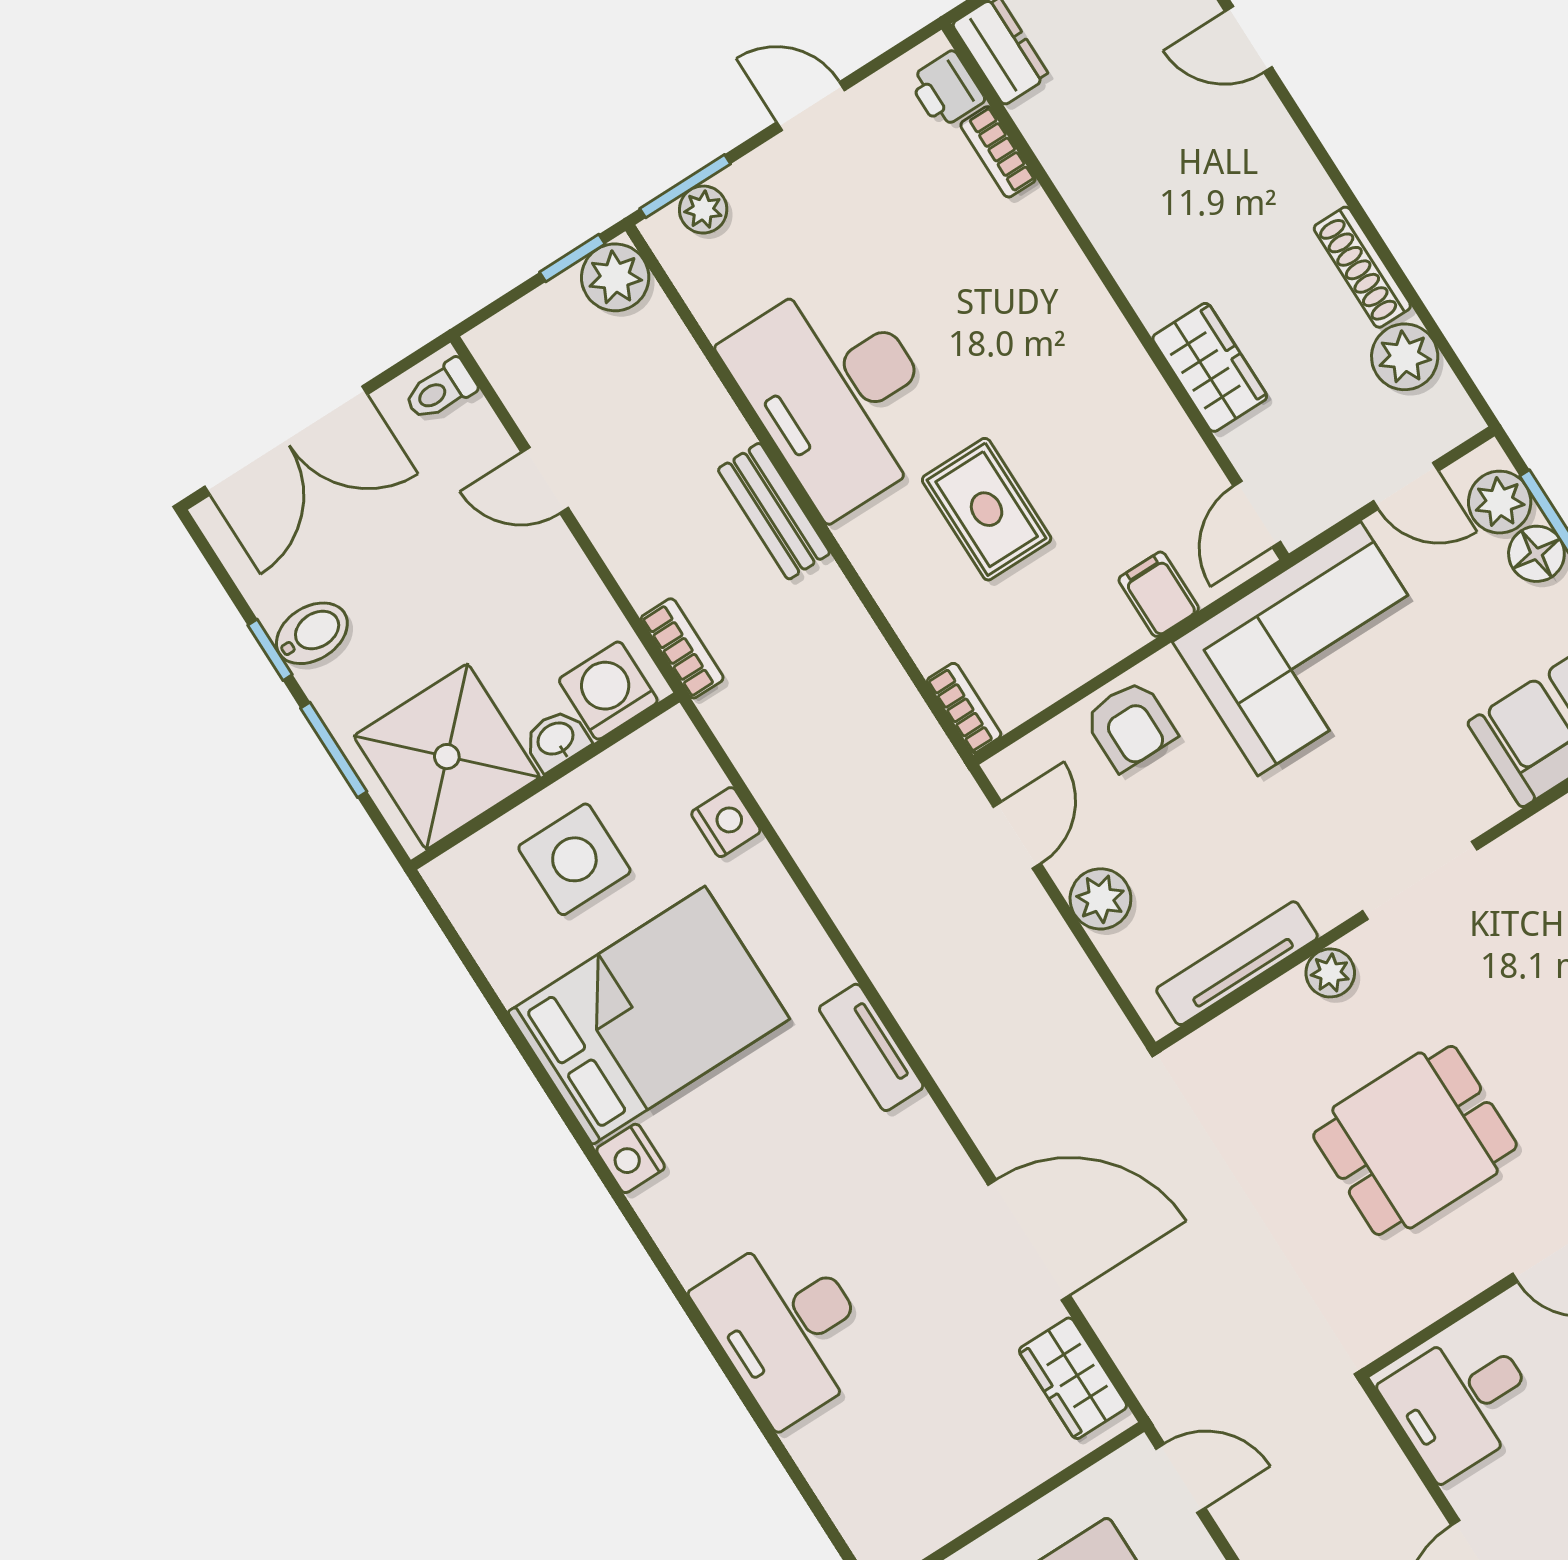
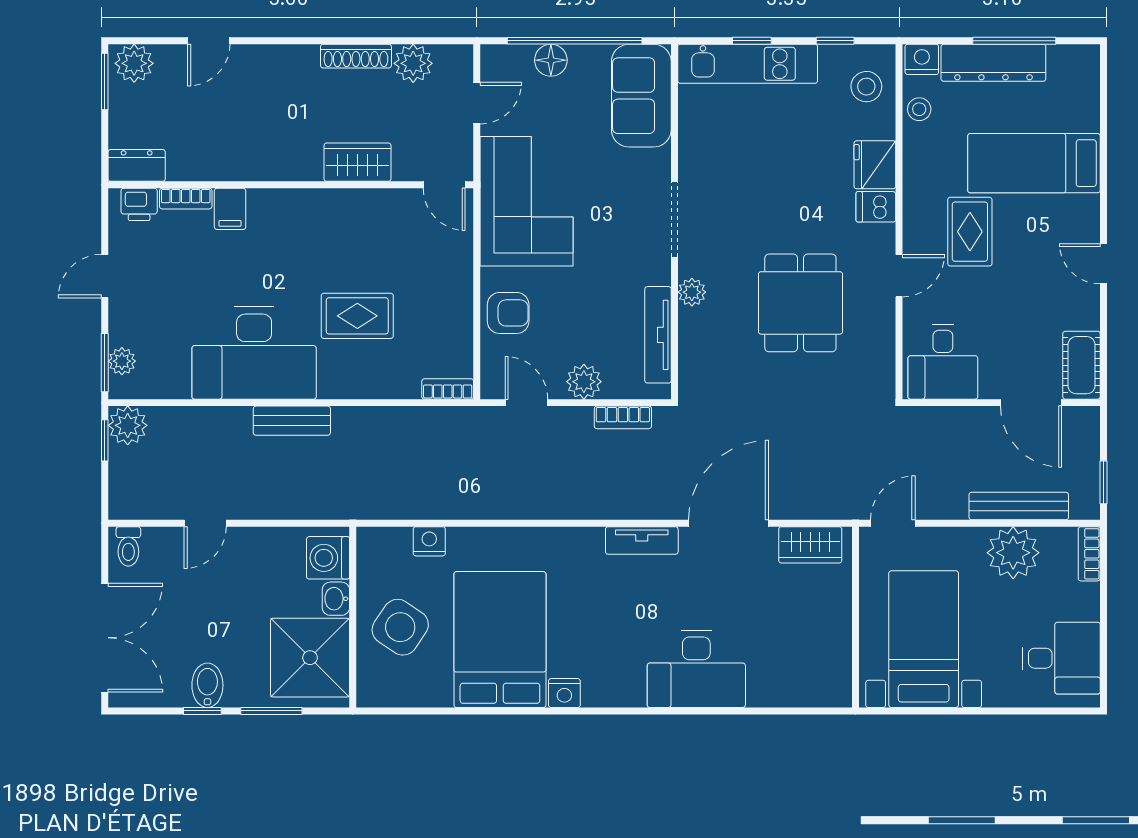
plant: (1500, 502) -> (514, 62), removed
filing cabinet: (1159, 594) -> (230, 209), moved, turned -90
bookcase: (682, 648) -> (623, 417), moved, turned 180
side table: (574, 859) -> (400, 627), turned 34
tv unit: (871, 1047) -> (642, 540), moved

